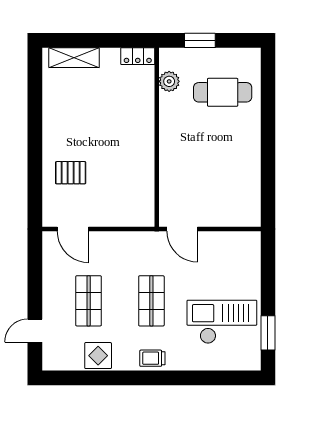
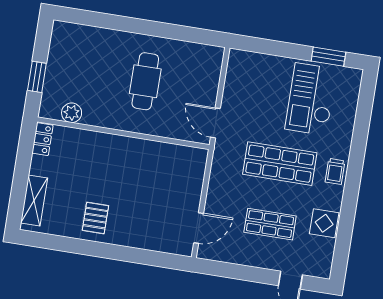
cafe table: (223, 92) -> (145, 81), moved
pallet: (71, 173) -> (95, 218), moved
door: (182, 229) -> (215, 123), swing flipped
shop shelf: (151, 301) -> (280, 164), width x1.43, depth x1.36

